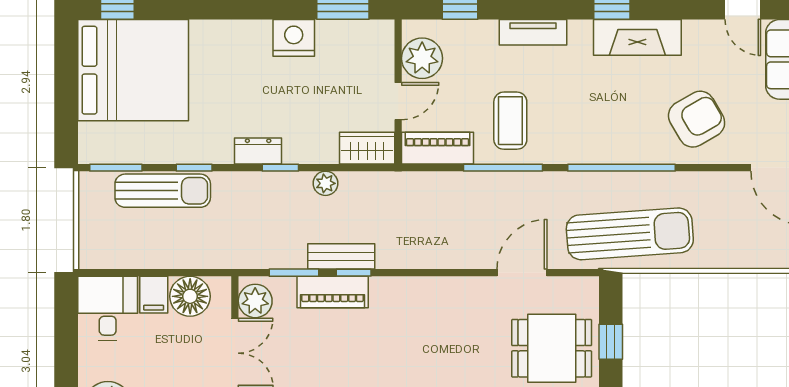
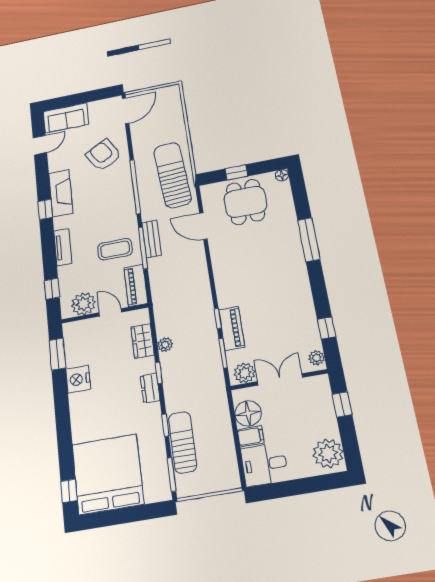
wardrobe: (367, 148) -> (143, 341), moved
bench: (341, 256) -> (152, 239), moved

